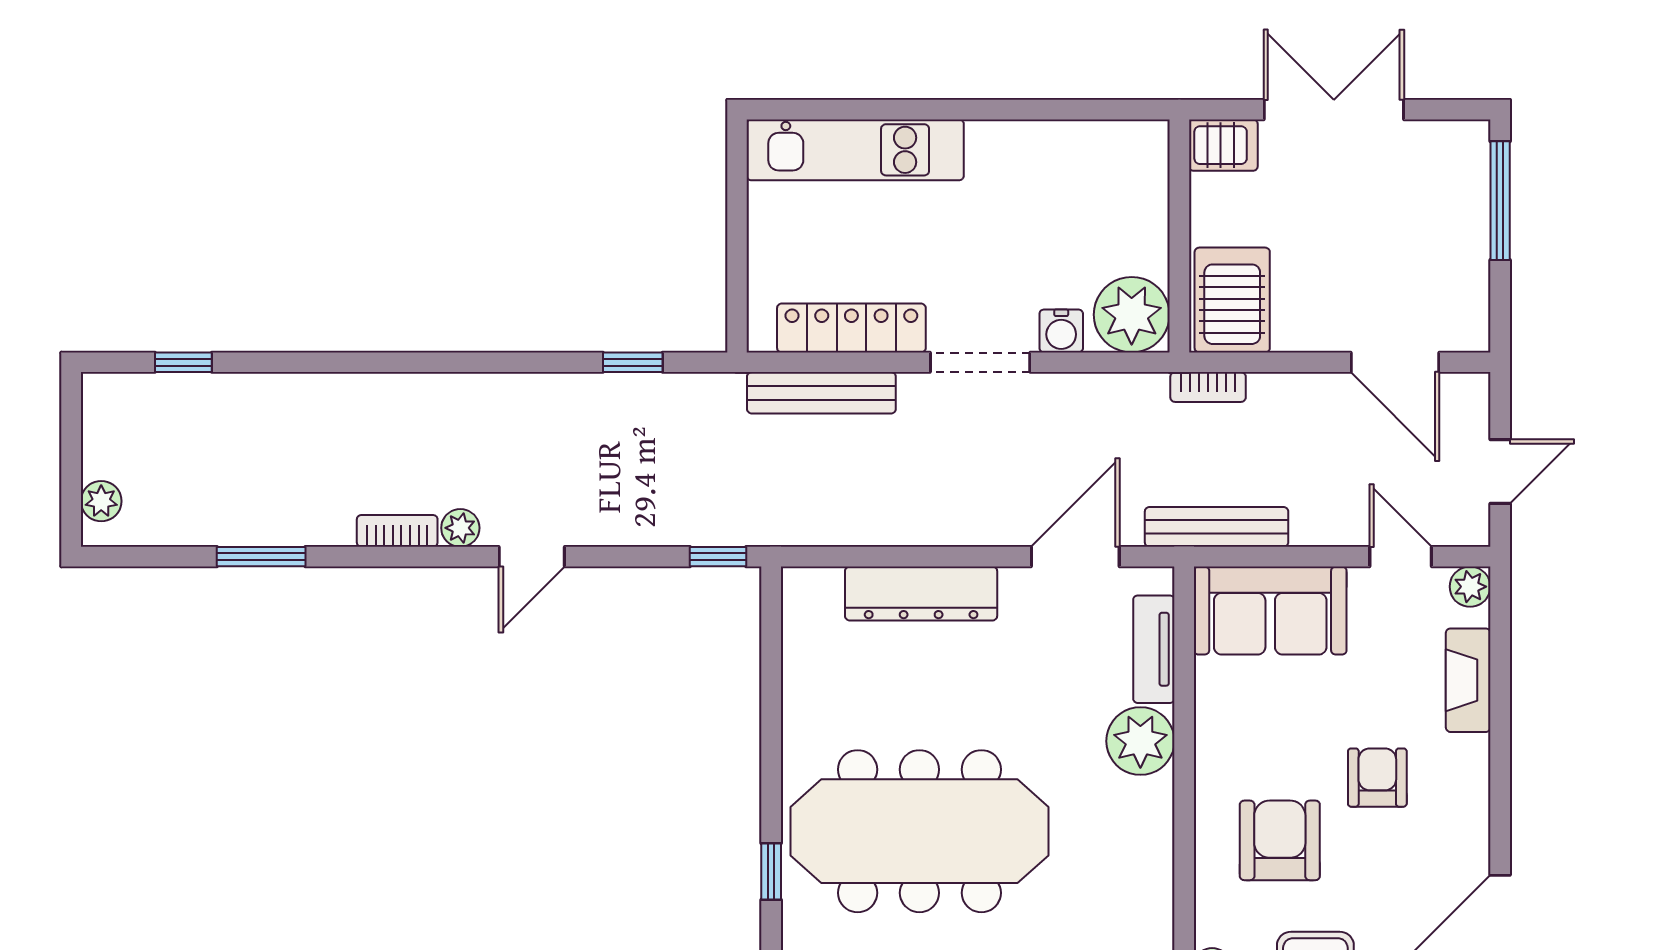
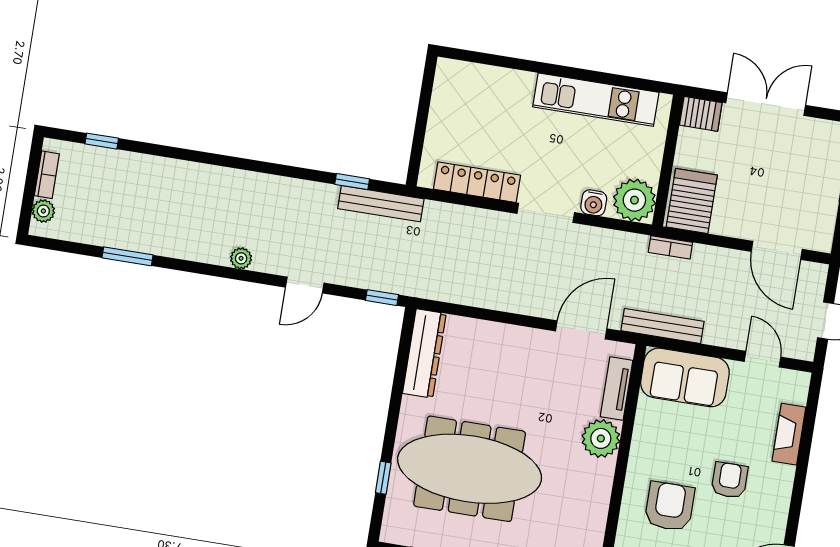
kitchen unit: (855, 150) -> (596, 100), moved
bench: (821, 393) -> (381, 204), moved
bookcase: (397, 531) -> (47, 175), moved, turned 90
door: (532, 557) -> (305, 285), moved
plant: (1470, 587) -> (798, 382), removed
dresser: (921, 593) -> (424, 353), moved, turned -90

